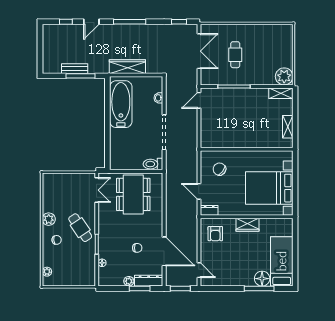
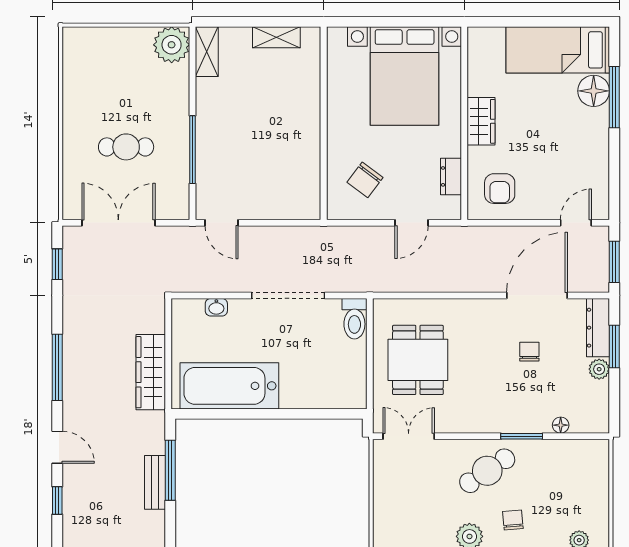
dining table: (133, 194) -> (418, 360), width x0.73
dresser: (209, 210) -> (451, 176), moved
armchair: (215, 234) -> (500, 189), turned 90

